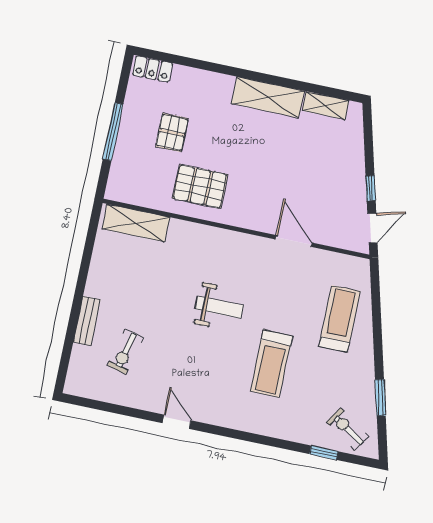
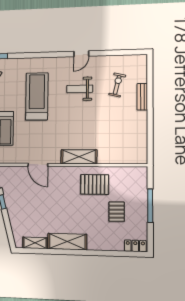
shelving: (136, 223) -> (79, 157), moved
weight bench: (219, 307) -> (80, 89), moved
treadmill: (271, 364) -> (37, 96), width x1.37, depth x1.38
door: (177, 422) -> (81, 54), hinge flipped

